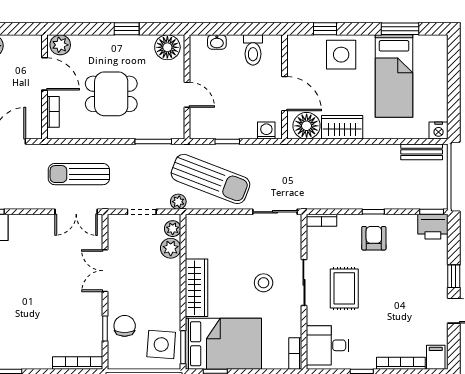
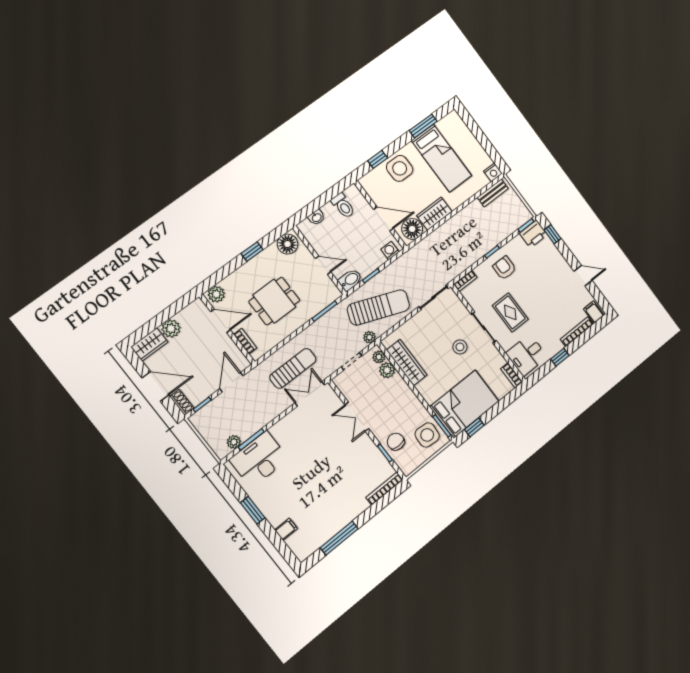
bidet: (203, 130) -> (350, 280), added
sun lounger: (79, 174) -> (293, 368), turned 180
double door: (76, 212) -> (310, 394), swing flipped
window: (454, 276) -> (552, 234), moved
wardrobe: (196, 288) -> (407, 362), moved

